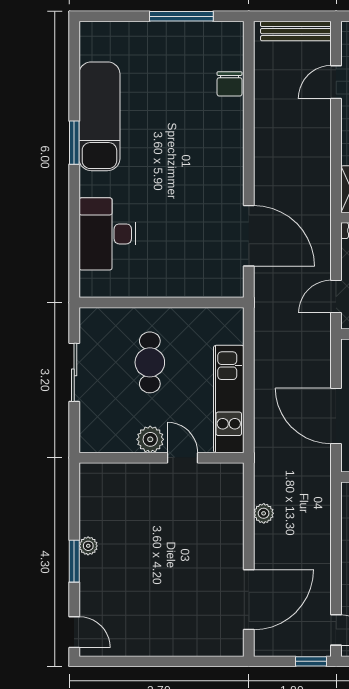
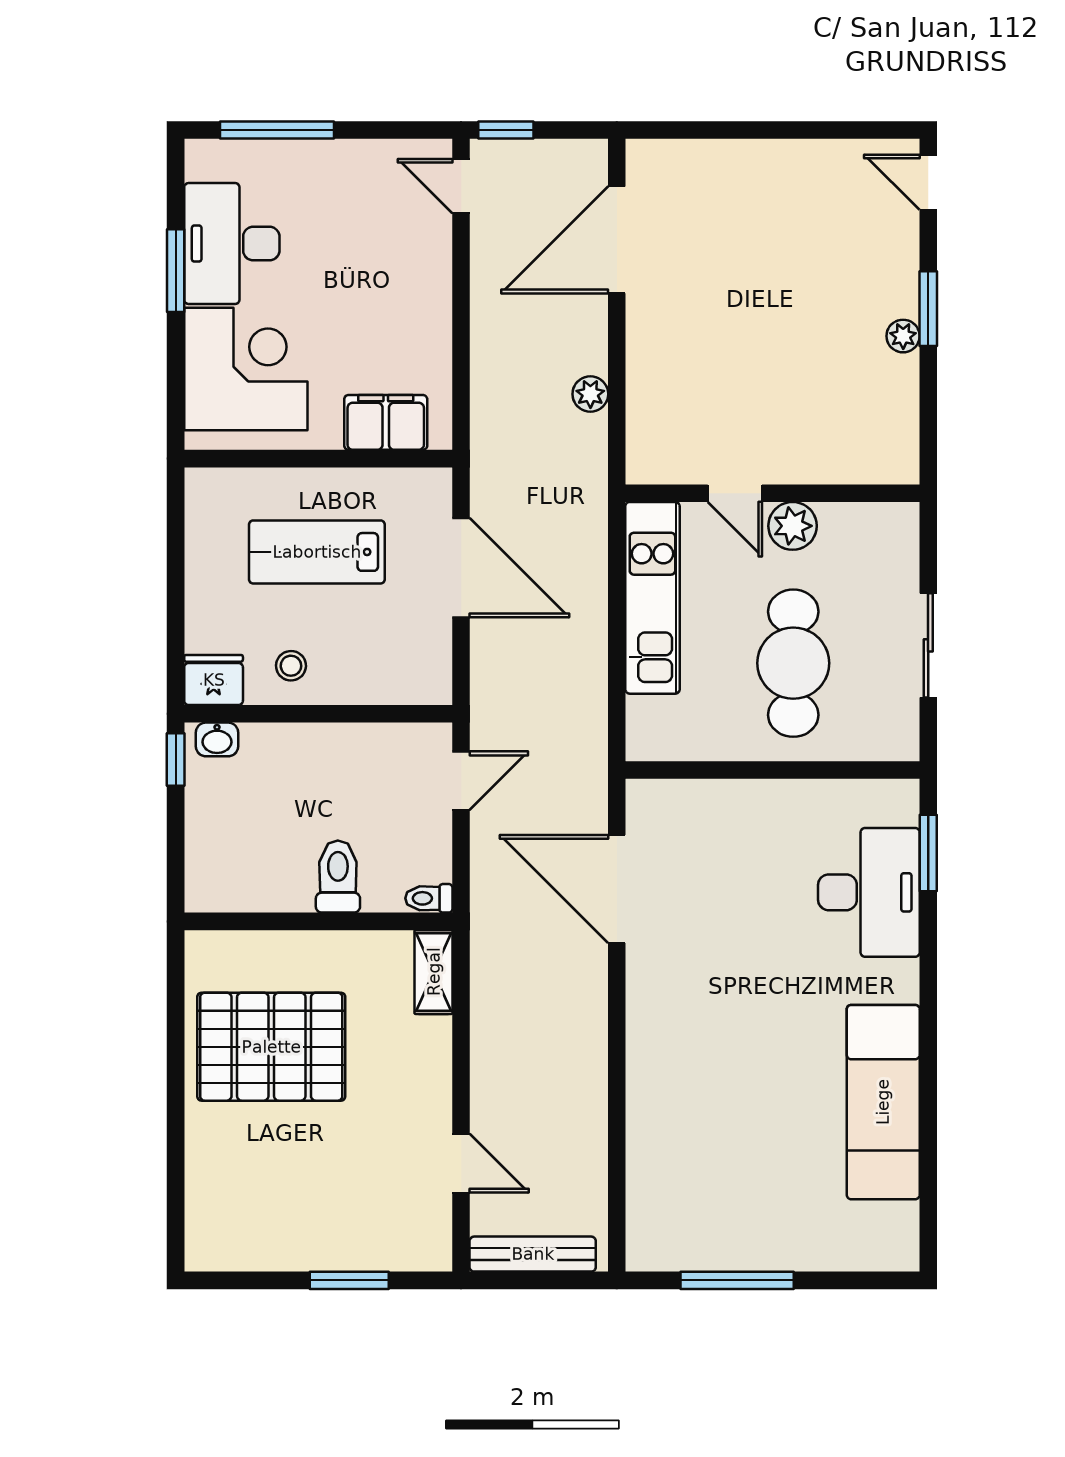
door: (336, 82) -> (461, 1163), hinge flipped
chair: (230, 84) -> (651, 1160), removed
window: (74, 143) -> (928, 853), moved
cafe table: (150, 362) -> (793, 663), width x1.37, depth x1.35

